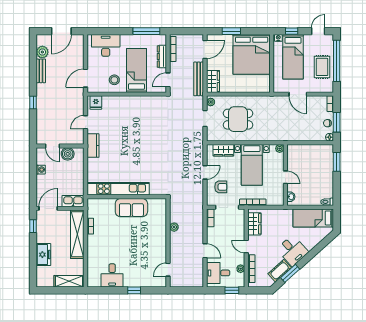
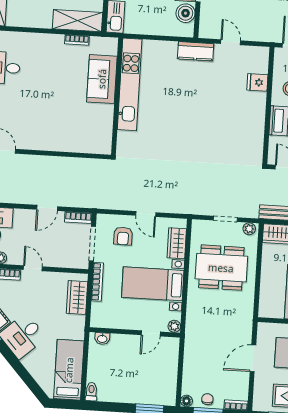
fridge: (96, 103) -> (257, 82), moved
dining table: (238, 119) -> (221, 268), width x1.38
door: (285, 177) -> (151, 333), moved
sofa: (131, 208) -> (102, 79), moved
wardrobe: (254, 224) -> (77, 297), moved, turned 90
plant: (174, 227) -> (68, 163), removed
shelving: (77, 234) -> (77, 21), width x0.68
door: (246, 246) -> (33, 268), hinge flipped
door: (205, 251) -> (47, 208), moved

